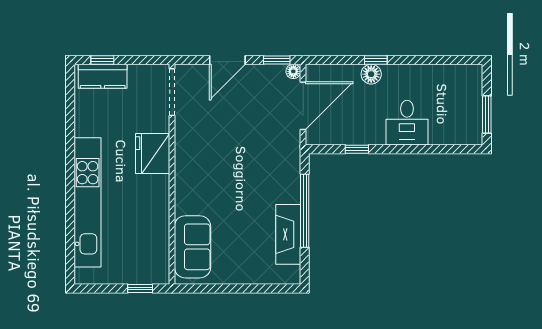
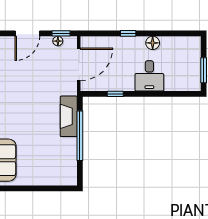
floor lamp: (293, 71) -> (58, 41), moved
floor lamp: (371, 74) -> (153, 43), moved
fireplace: (288, 234) -> (69, 116), moved

